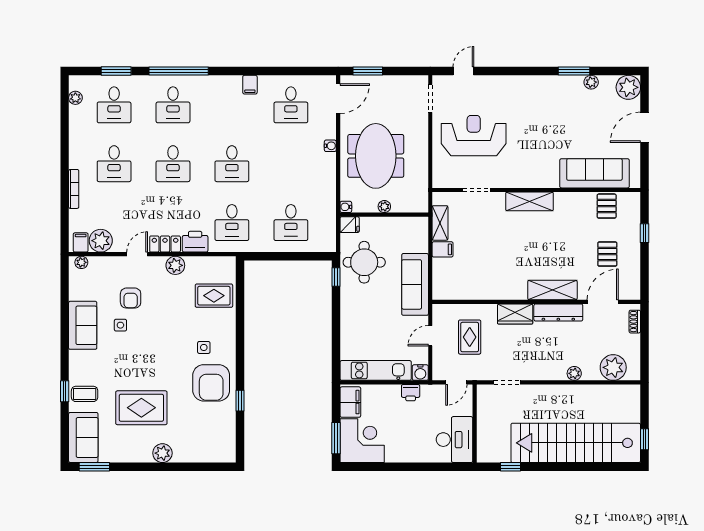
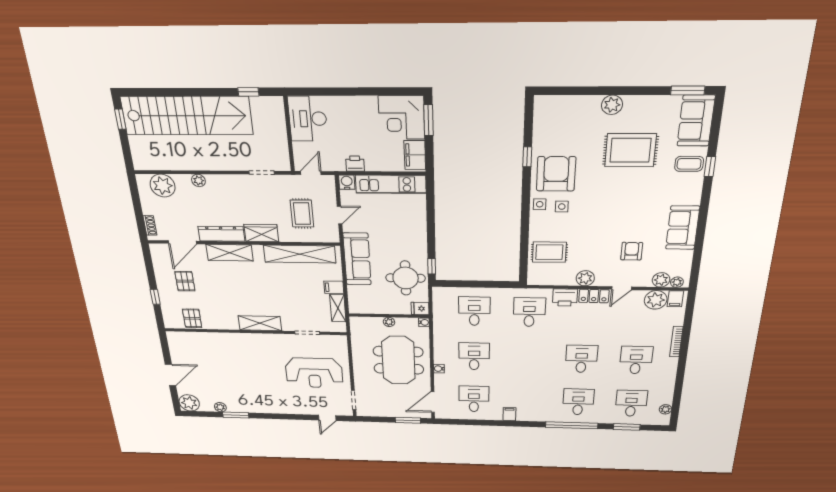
desk: (232, 164) -> (474, 356), moved
sofa: (594, 173) -> (207, 343), removed
plant: (98, 265) -> (661, 280), added
shelving: (476, 289) -> (300, 254), added
side table: (120, 325) -> (540, 204), moved

